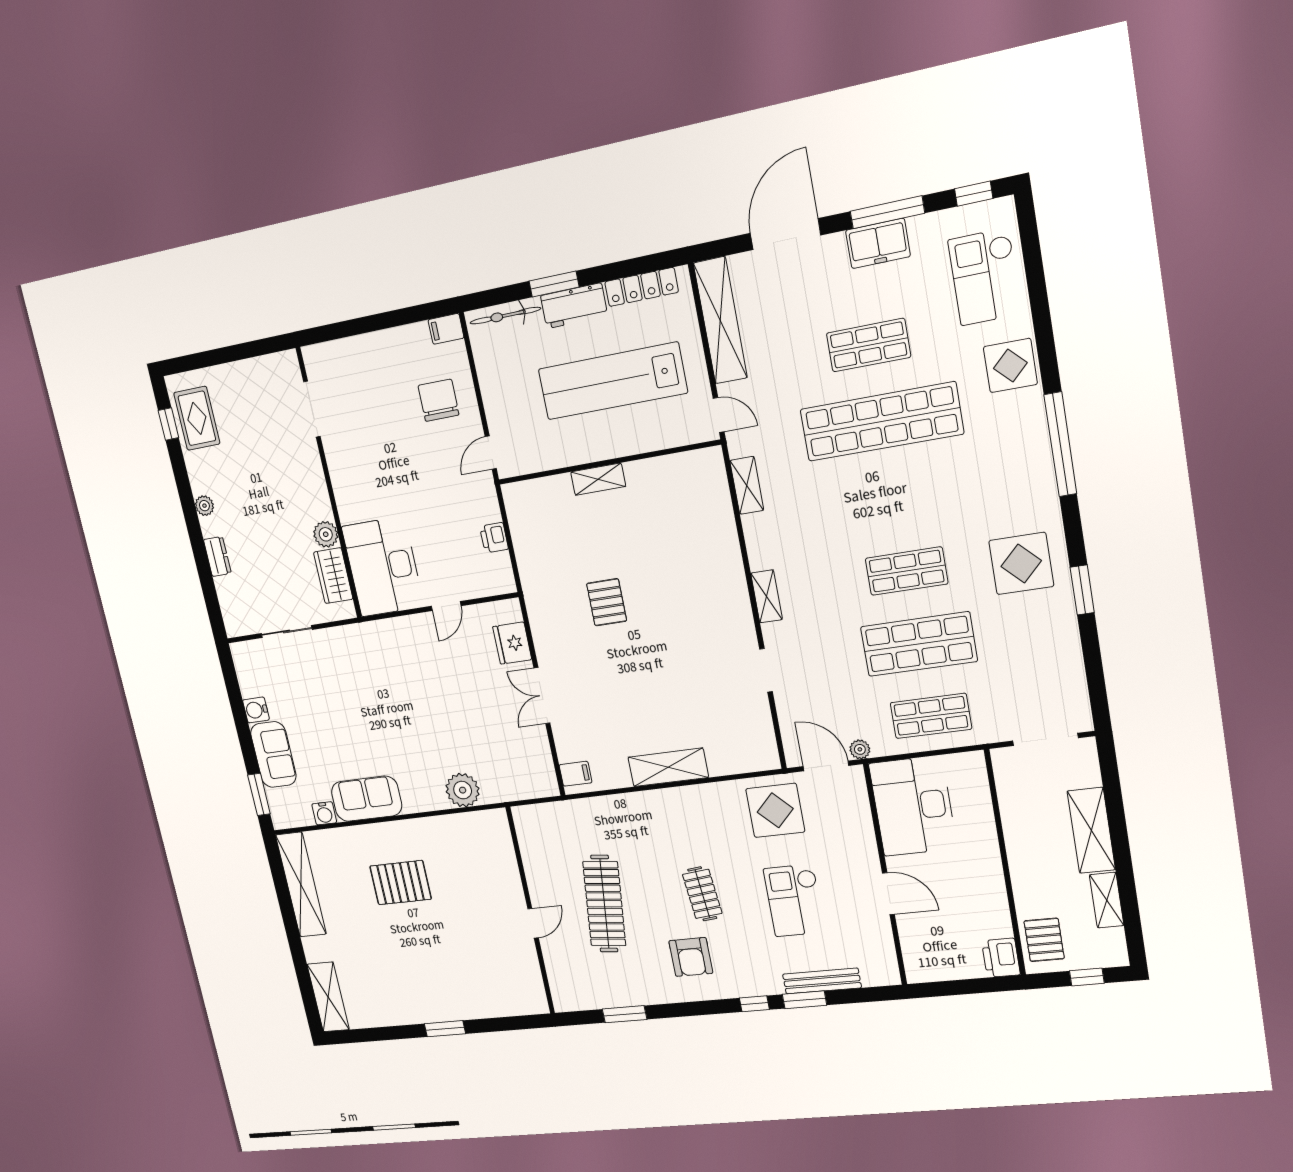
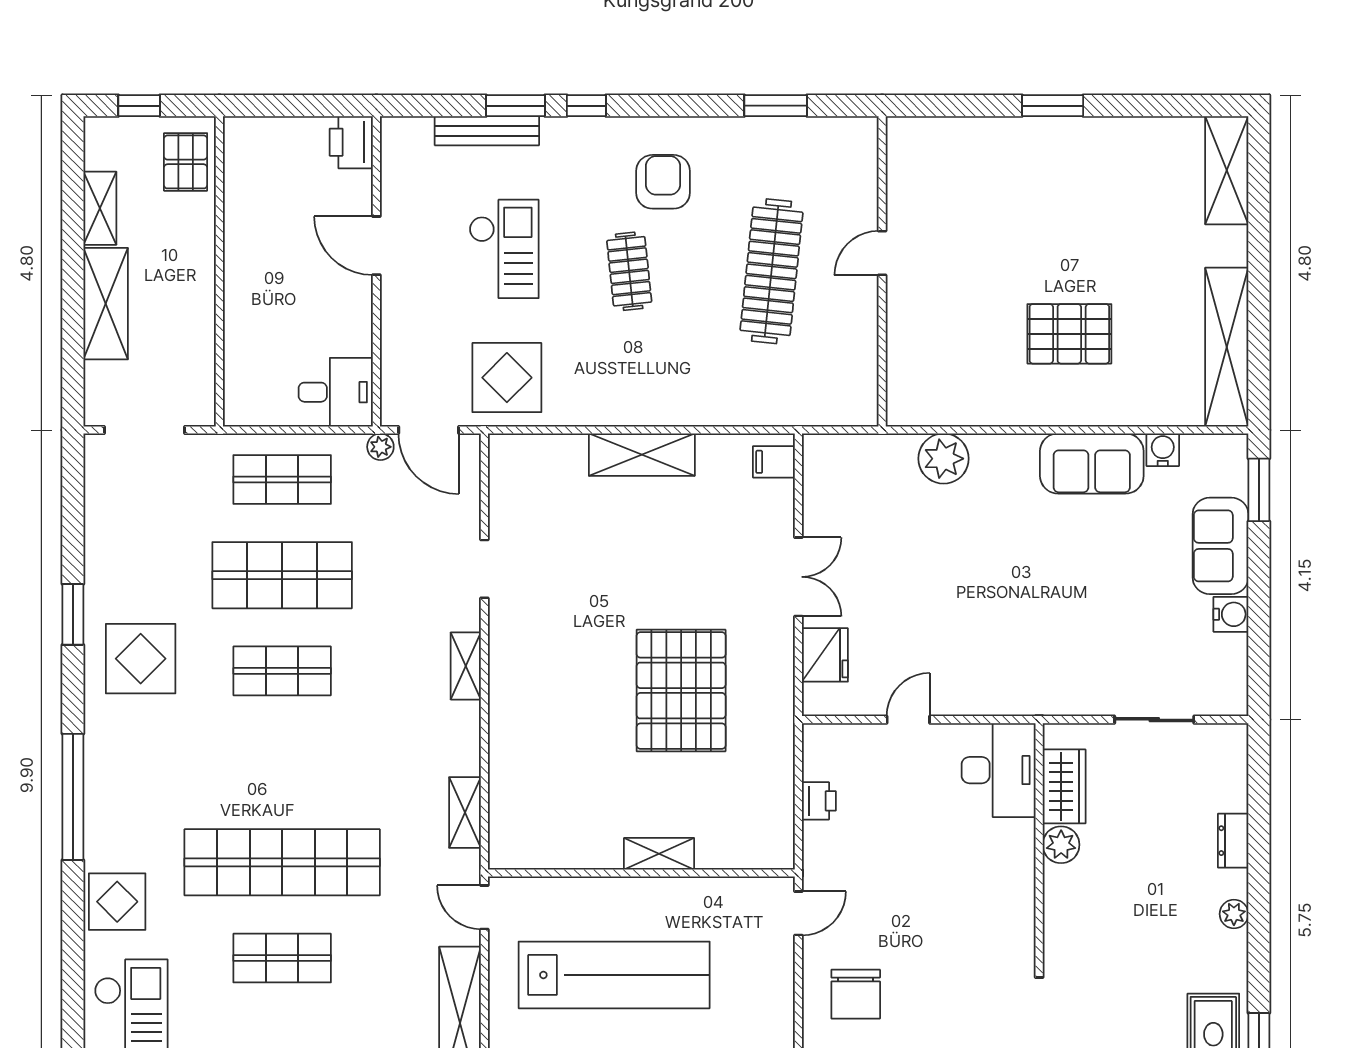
desk: (383, 567) -> (999, 770), width x0.73, depth x0.77
pallet: (607, 602) -> (681, 691), width x2.05, depth x2.00
desk: (913, 806) -> (336, 392), width x0.53, depth x0.77
printer: (1001, 958) -> (351, 142), moved, turned 180

